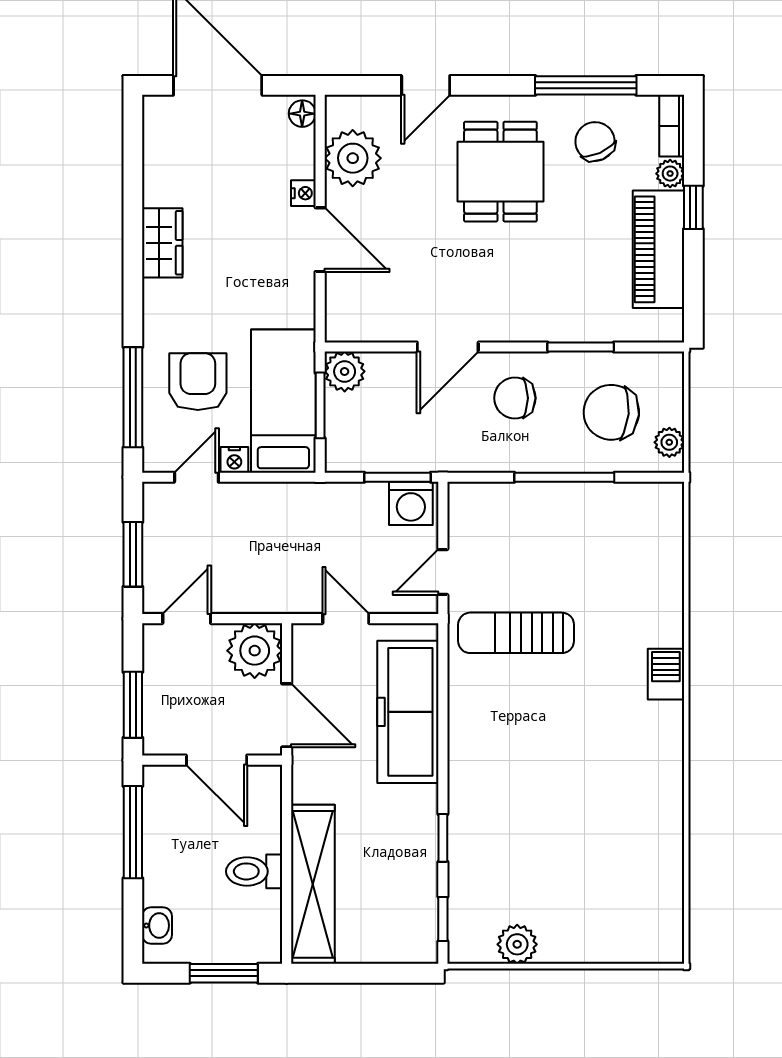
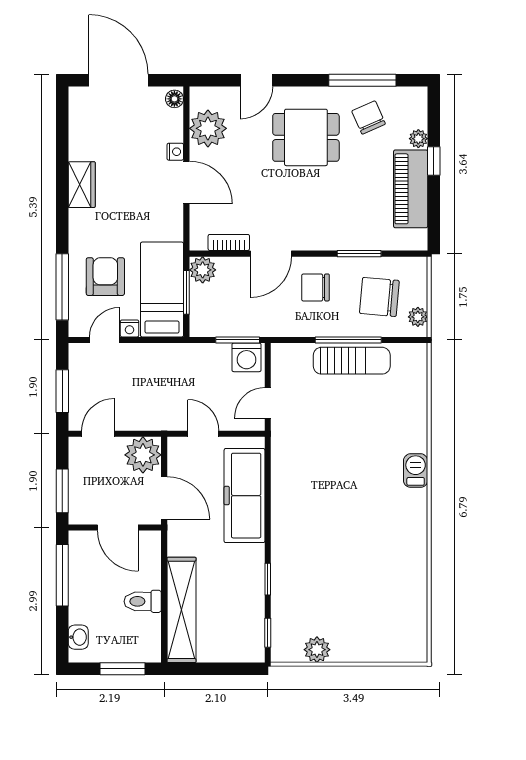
bookcase: (672, 126) -> (229, 242), moved, turned 90
dining table: (500, 172) -> (306, 137), turned 90
sun lounger: (516, 633) -> (352, 361), moved, turned 180

